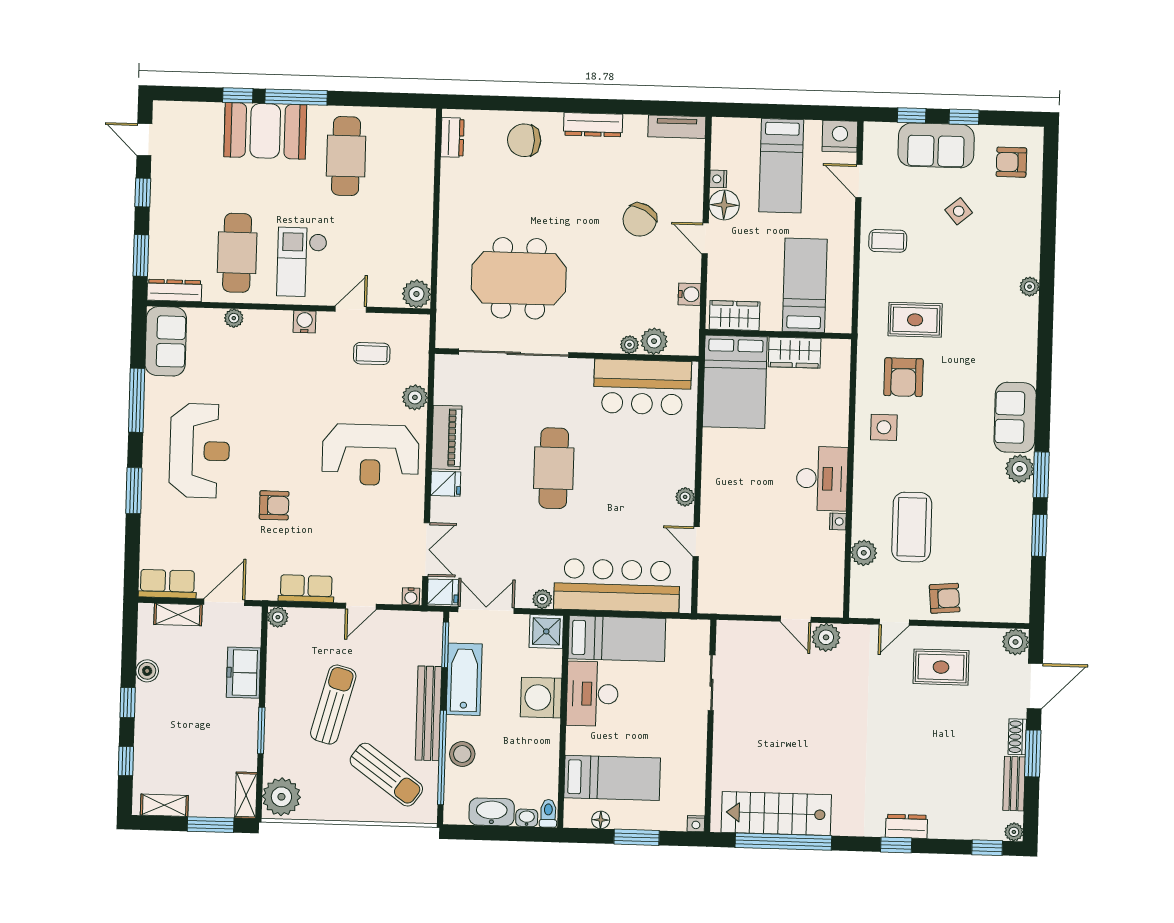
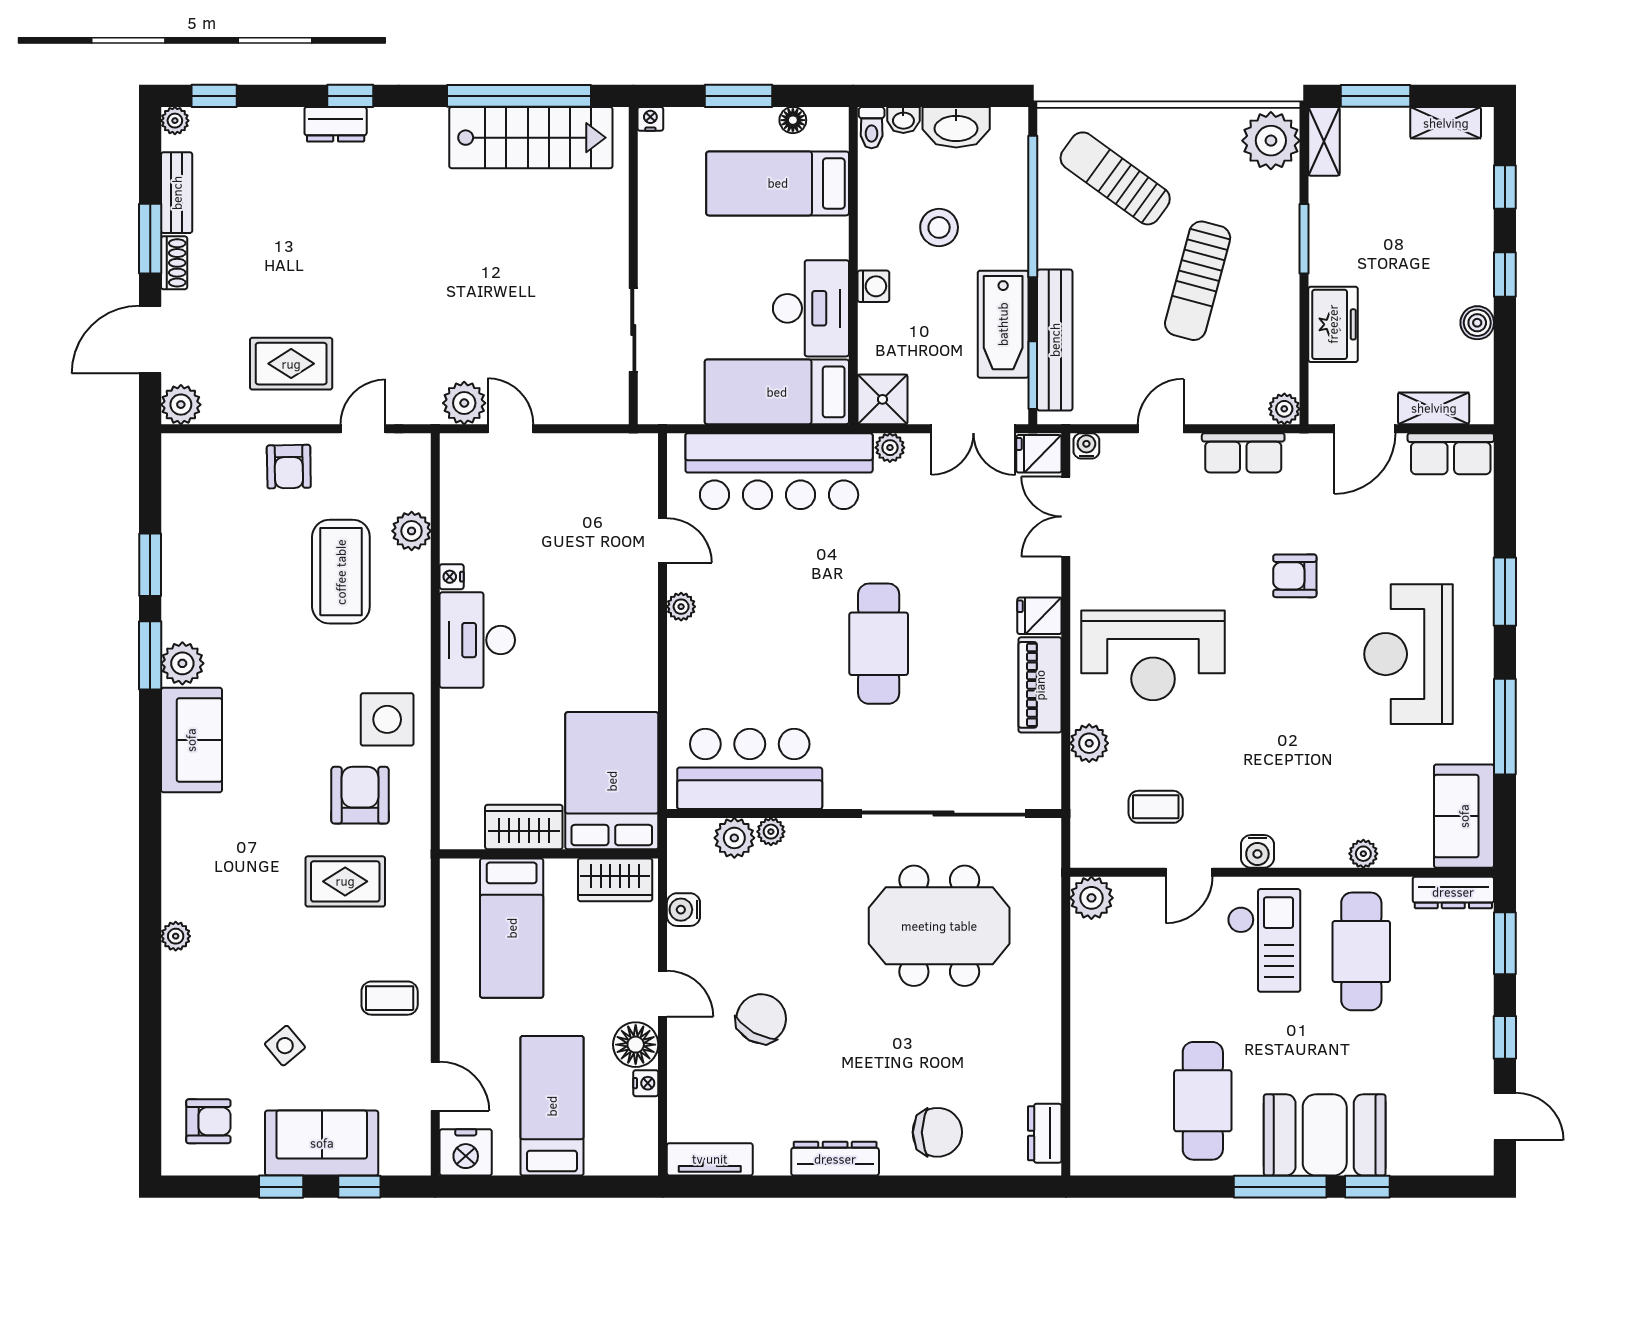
side table: (884, 427) -> (387, 719), width x1.37, depth x1.37
reception desk: (370, 455) -> (1153, 655), turned 180
armchair: (945, 598) -> (289, 467), turned -86
washing machine: (541, 698) -> (873, 286), width x0.53, depth x0.53
bench: (429, 713) -> (1055, 340), moved
stool: (462, 754) -> (939, 227), moved

